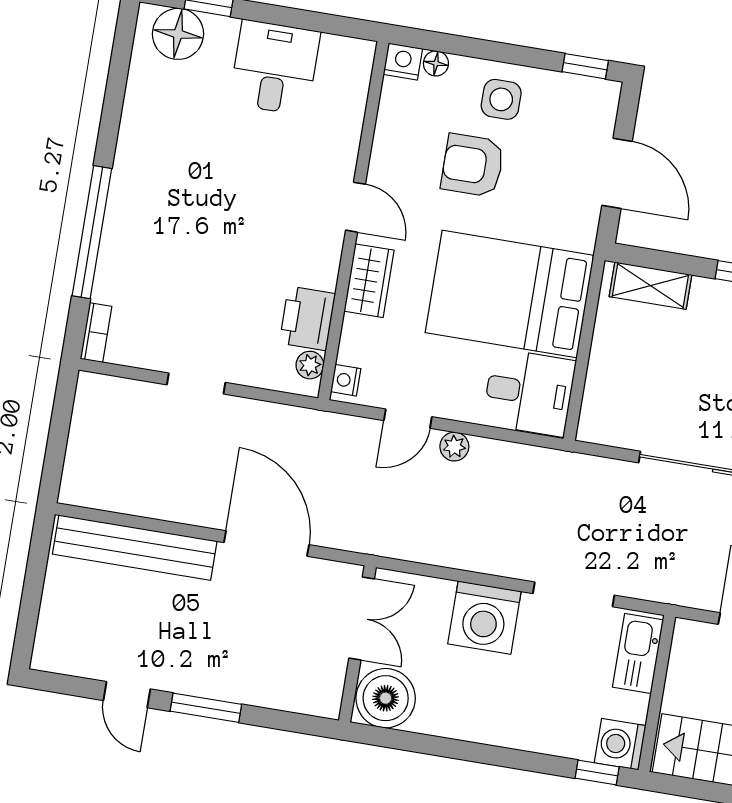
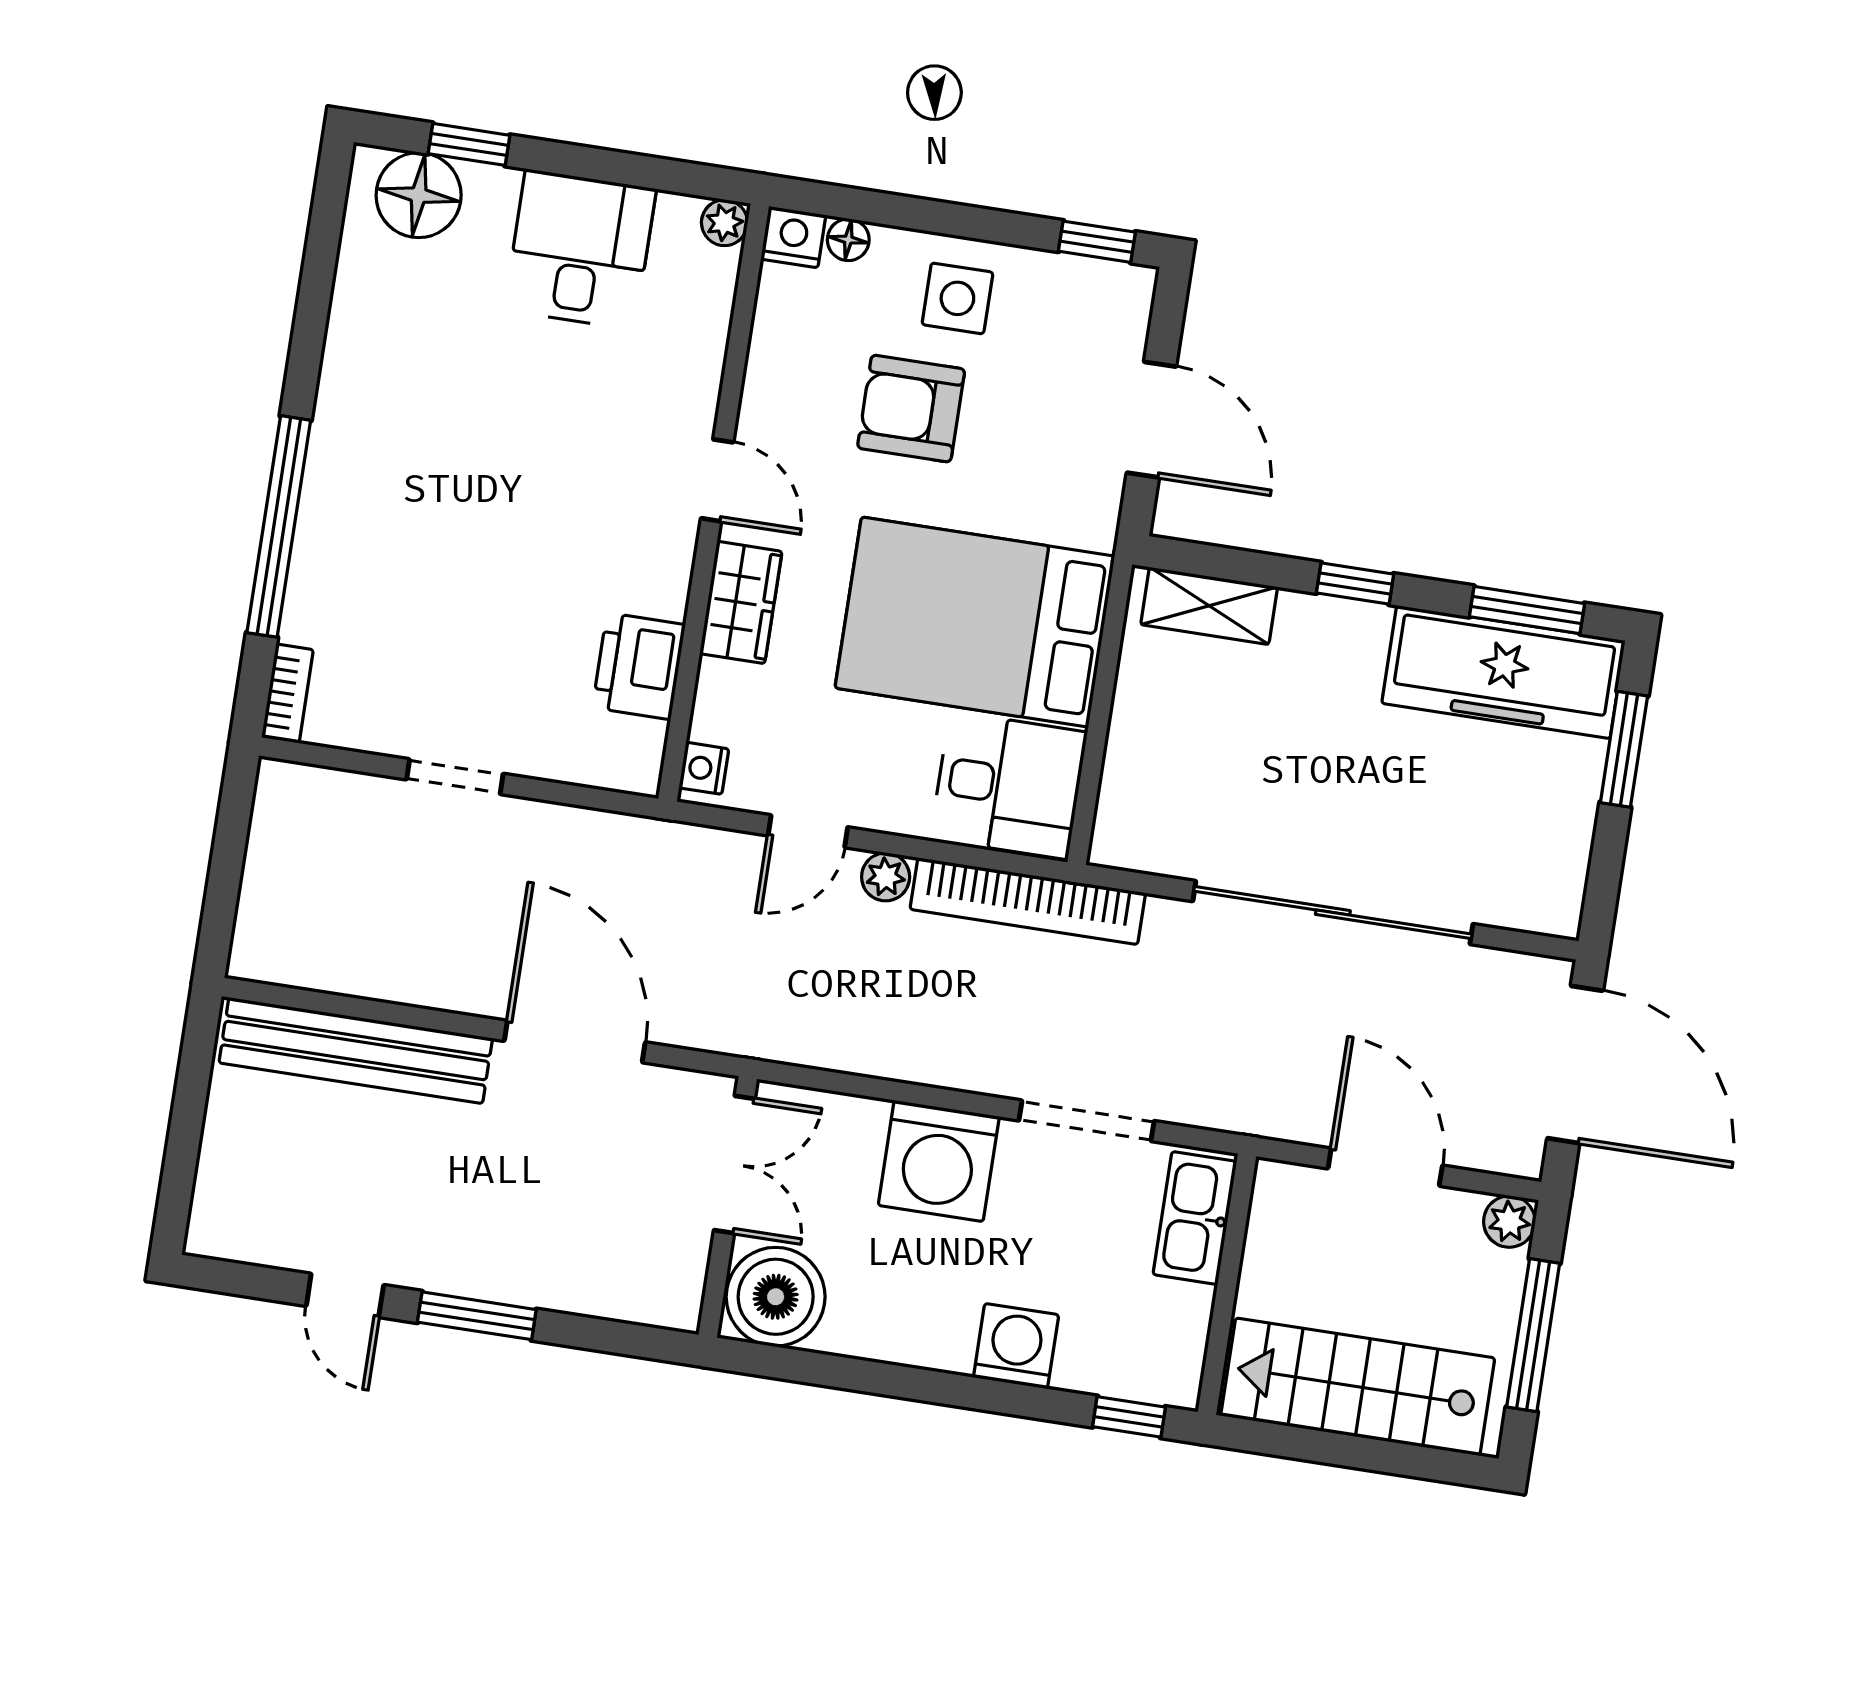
plant: (310, 365) -> (724, 223), moved
bookcase: (540, 462) -> (1028, 901), added
washing machine: (620, 744) -> (1016, 1346), moved, turned 90

